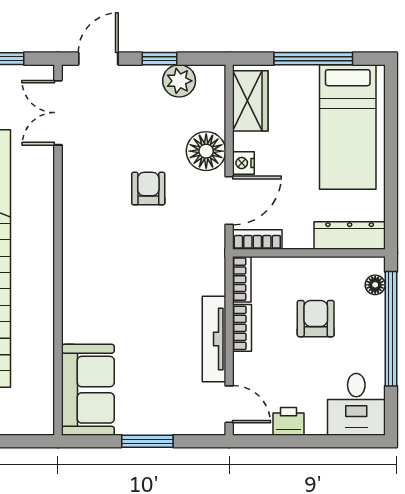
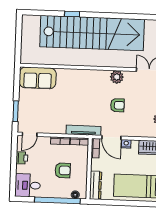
floor lamp: (206, 151) -> (132, 129), removed
plant: (78, 193) -> (117, 77), added
tv unit: (214, 339) -> (83, 130), moved
window: (147, 441) -> (16, 111), moved

